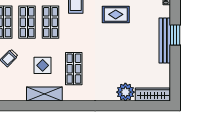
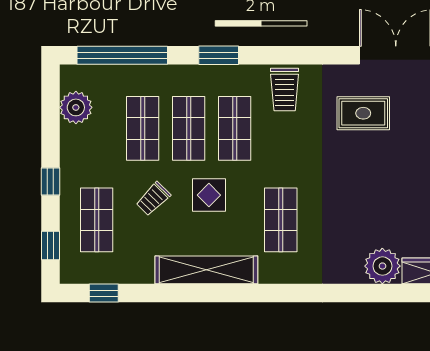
display table: (43, 65) -> (209, 195), moved
shelving: (44, 94) -> (206, 270), width x1.47

